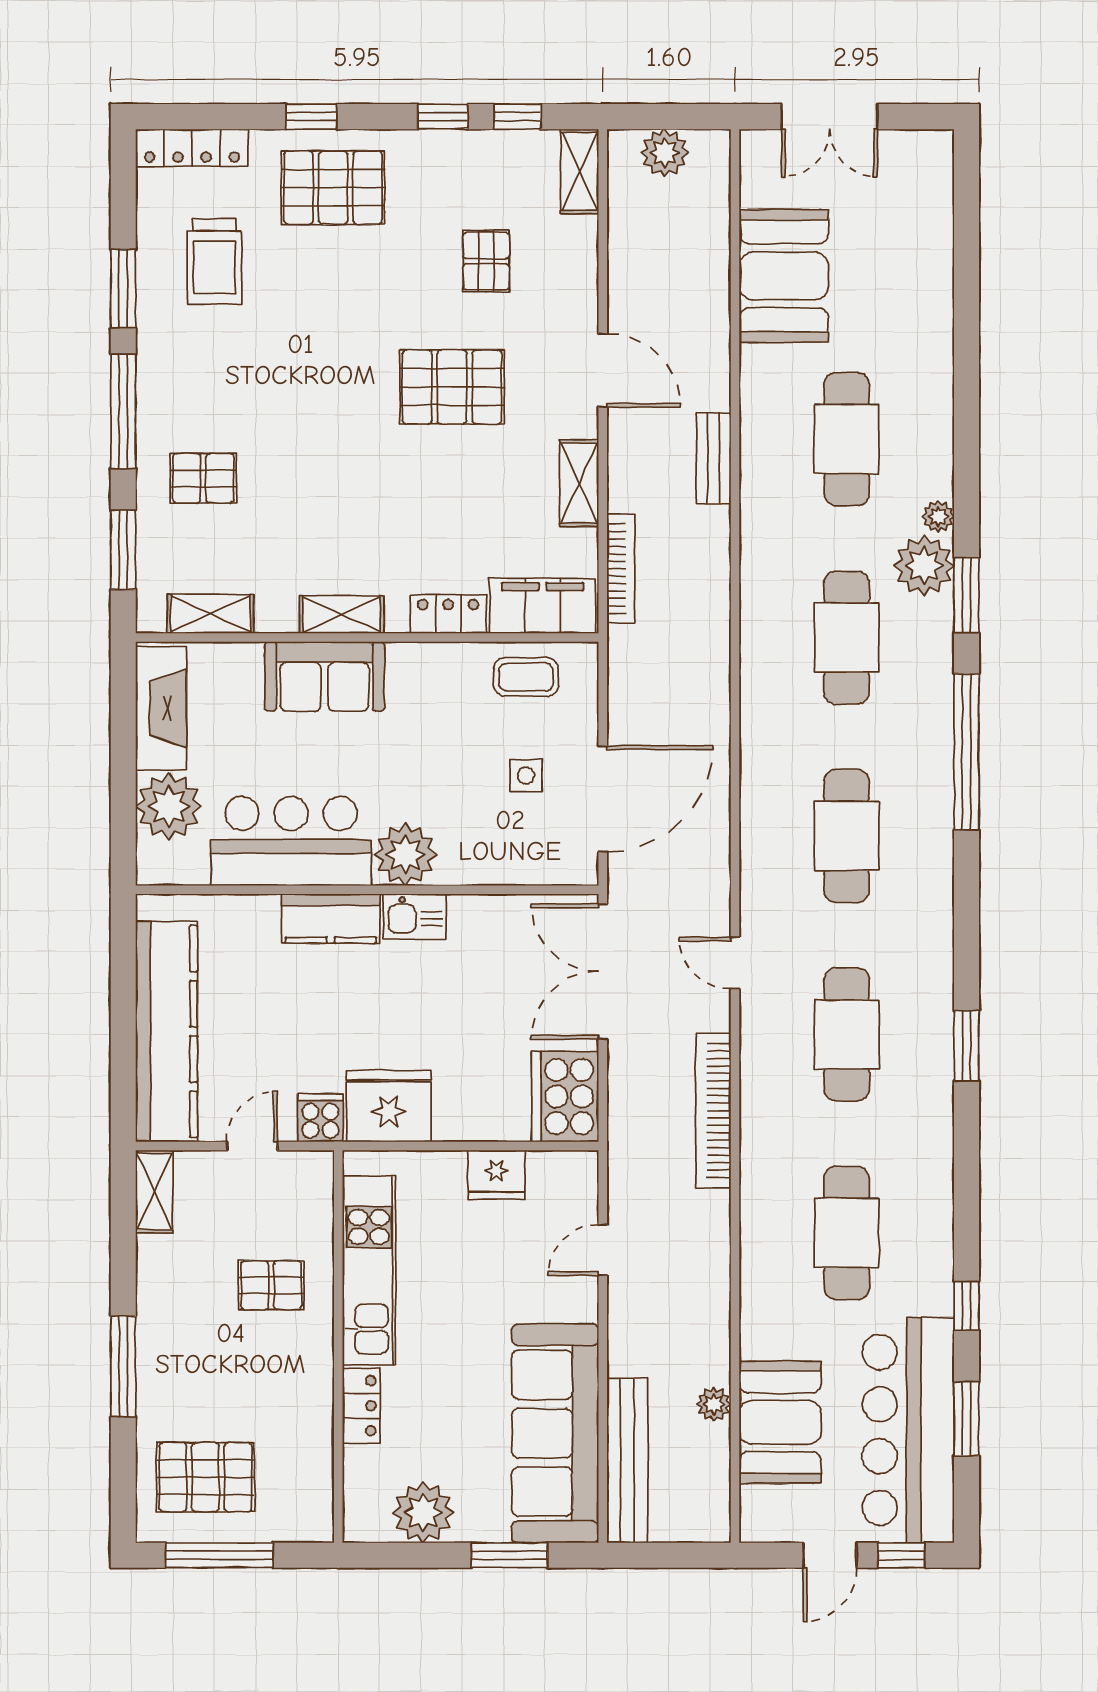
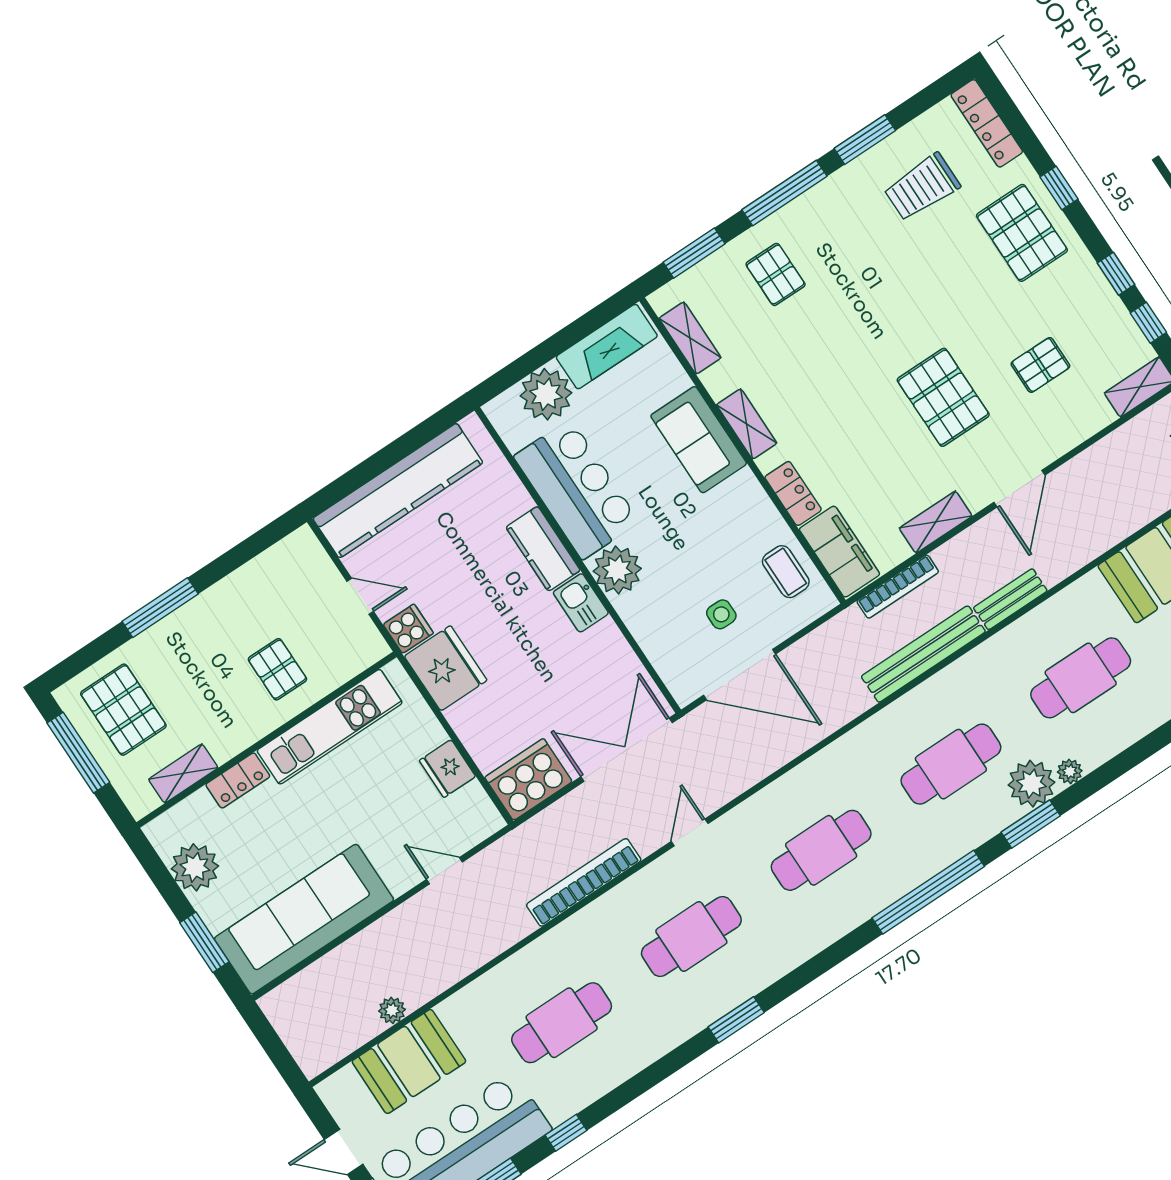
shelving: (154, 1191) -> (183, 773), moved
bench: (627, 1461) -> (923, 654), moved

